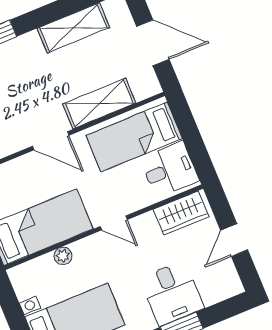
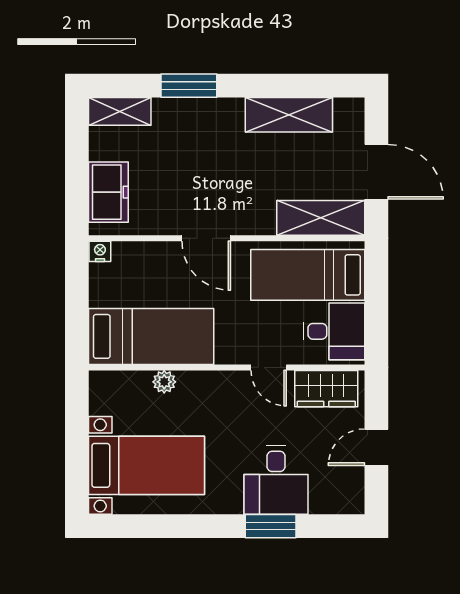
shelving: (99, 104) -> (321, 218), moved
door: (114, 223) -> (269, 367), moved

